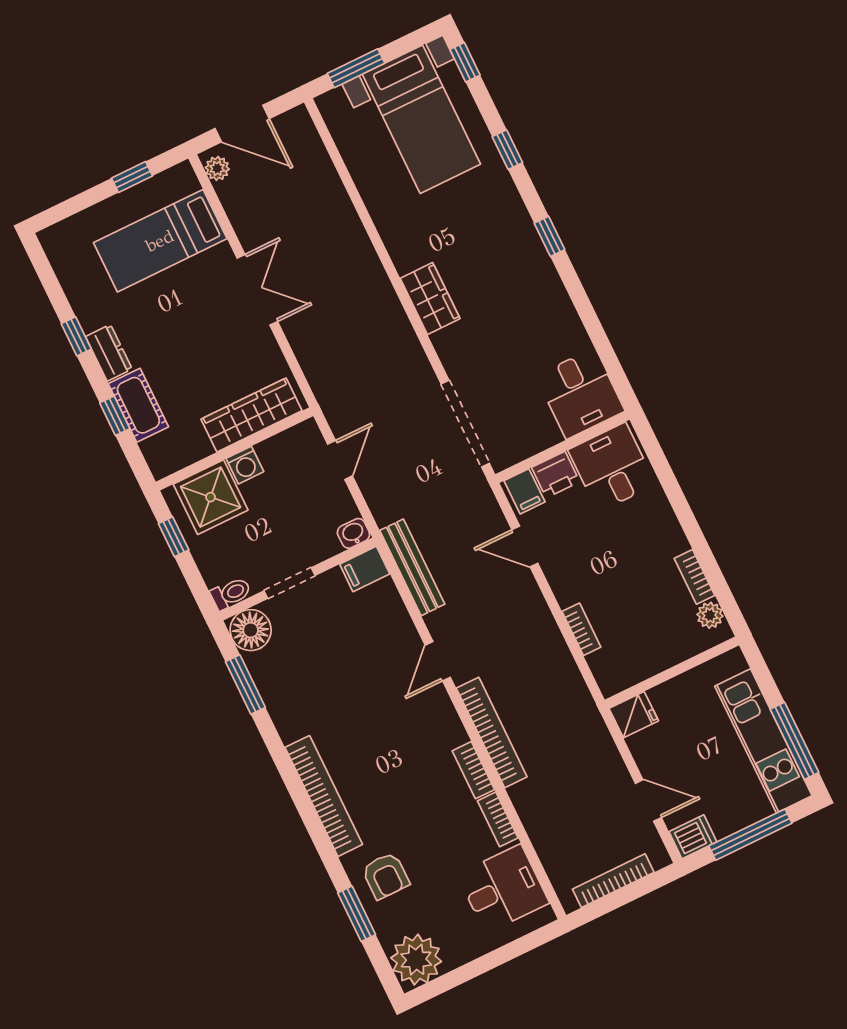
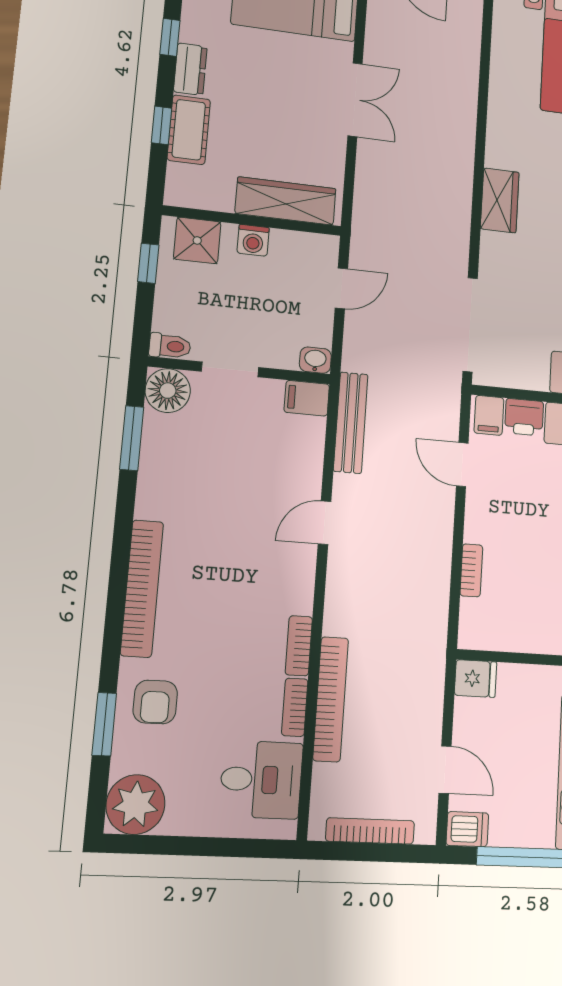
shower: (211, 497) -> (197, 240), width x0.73, depth x0.73
bookcase: (492, 732) -> (331, 699), moved

